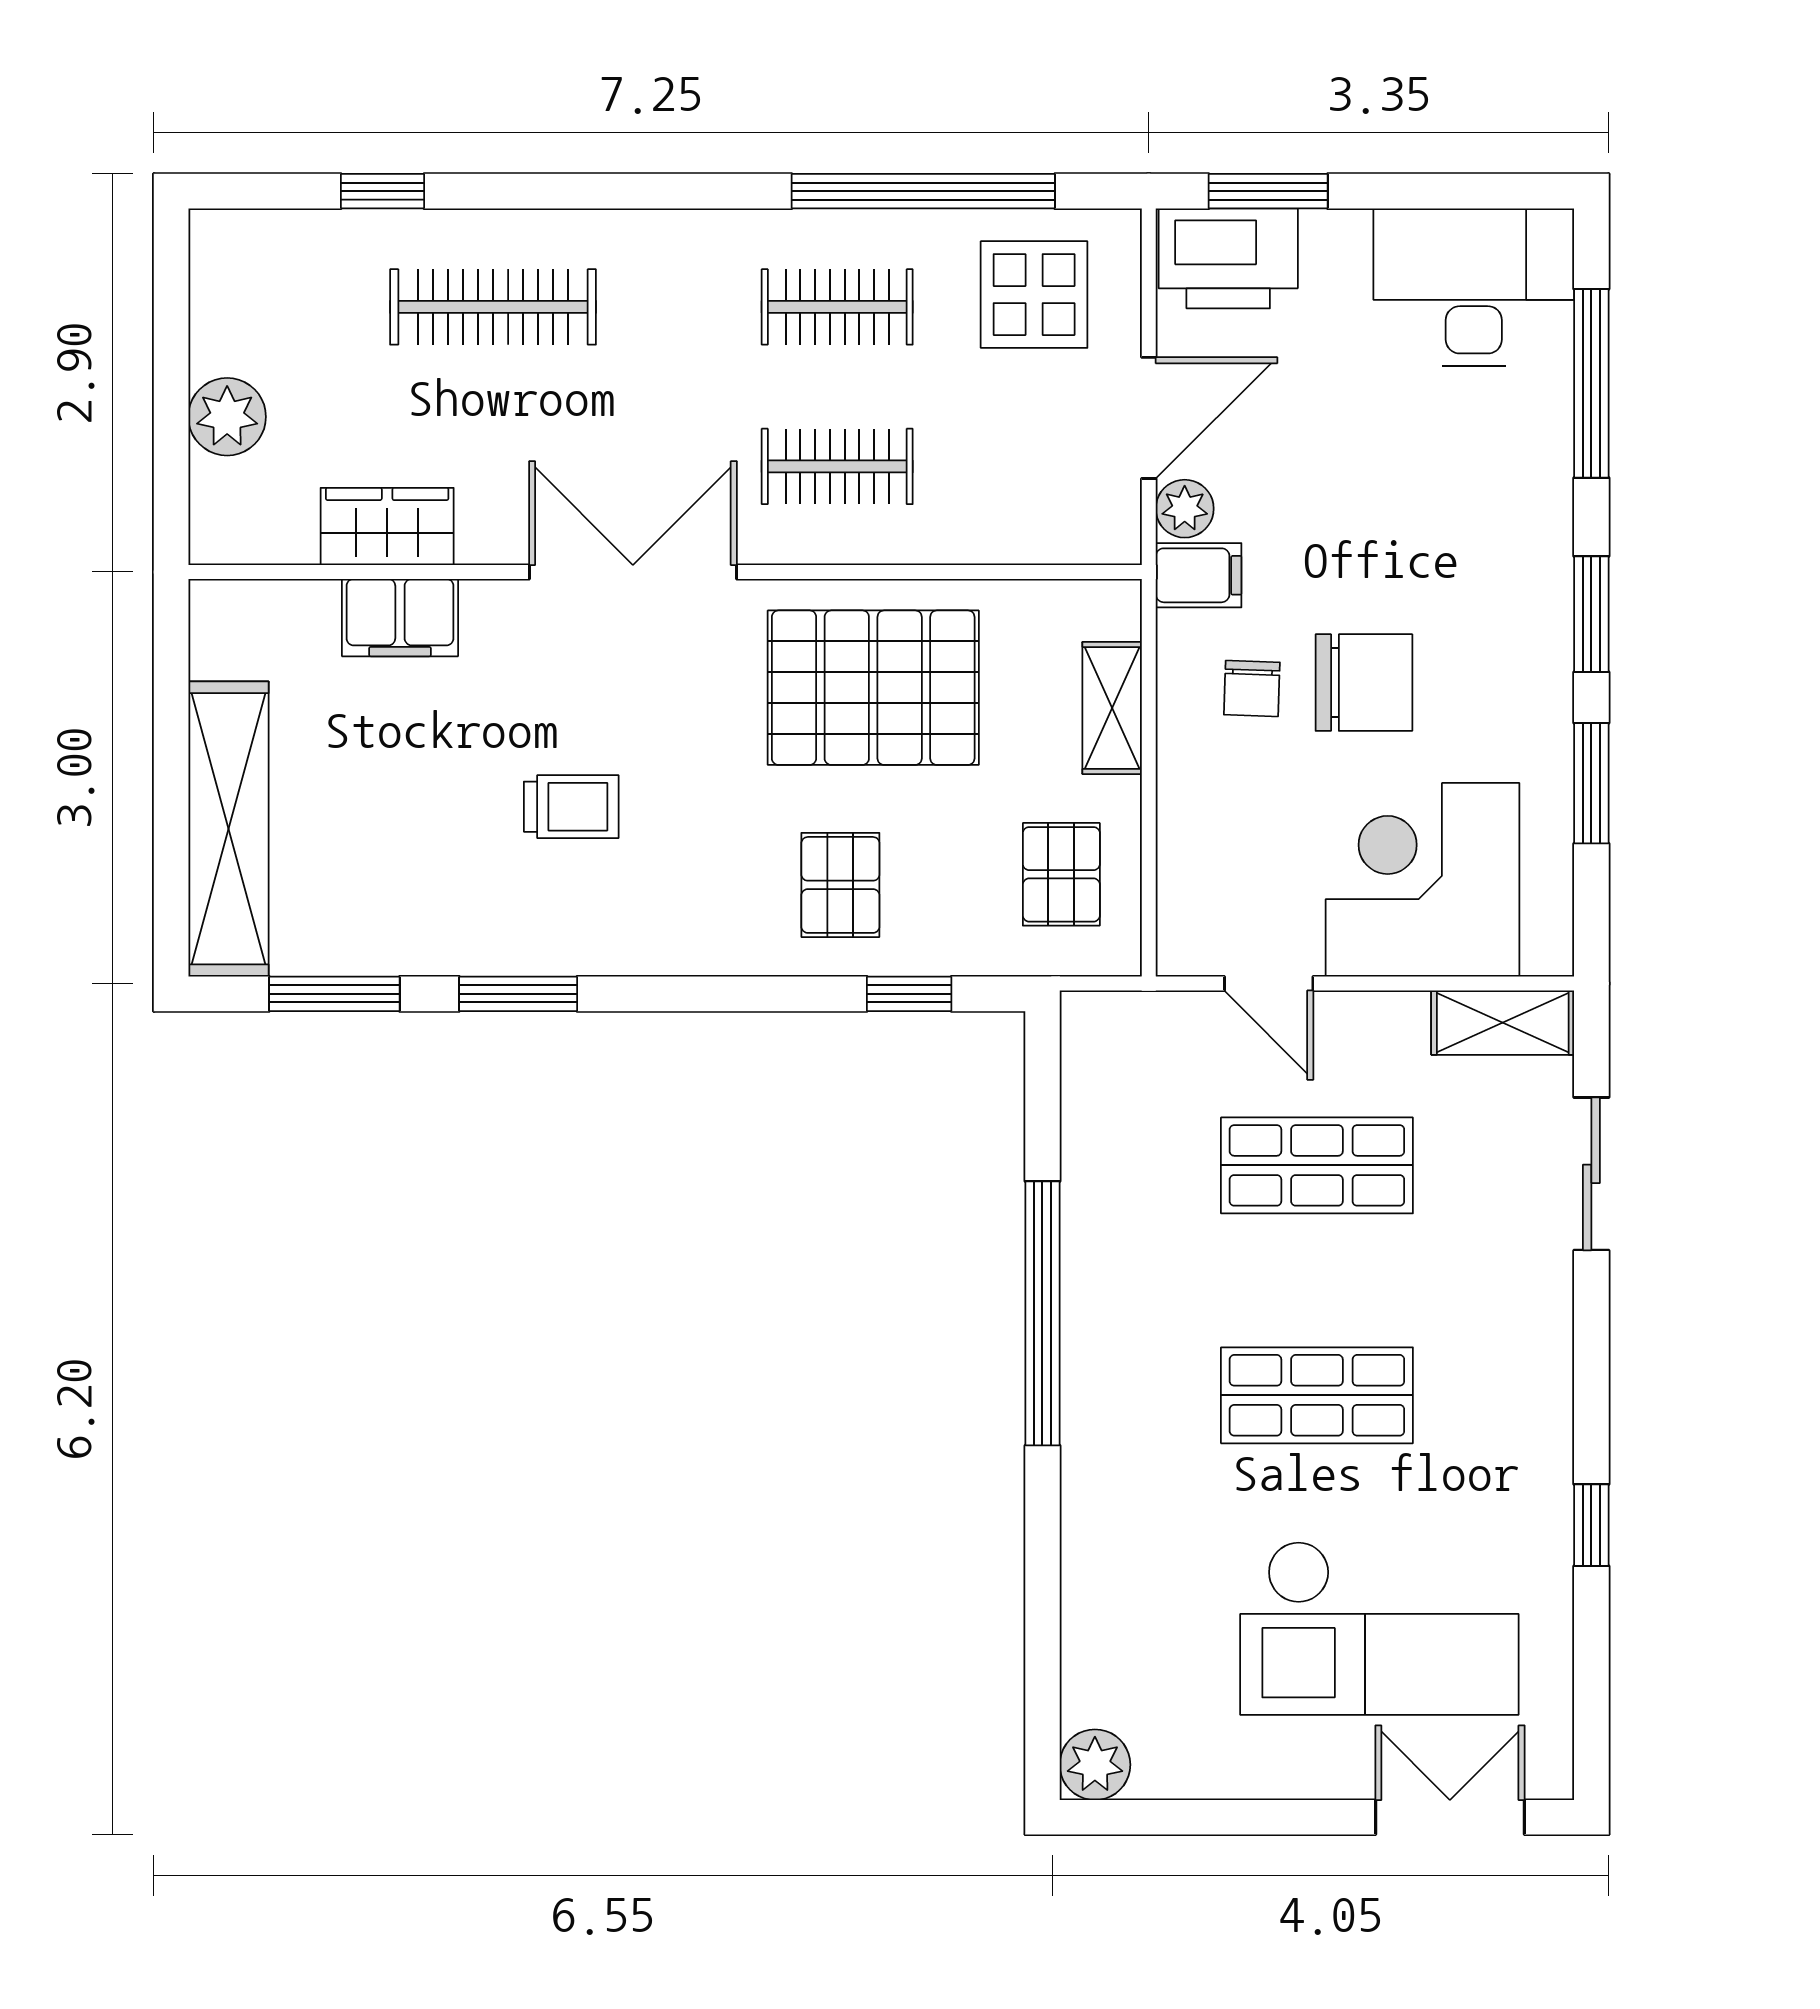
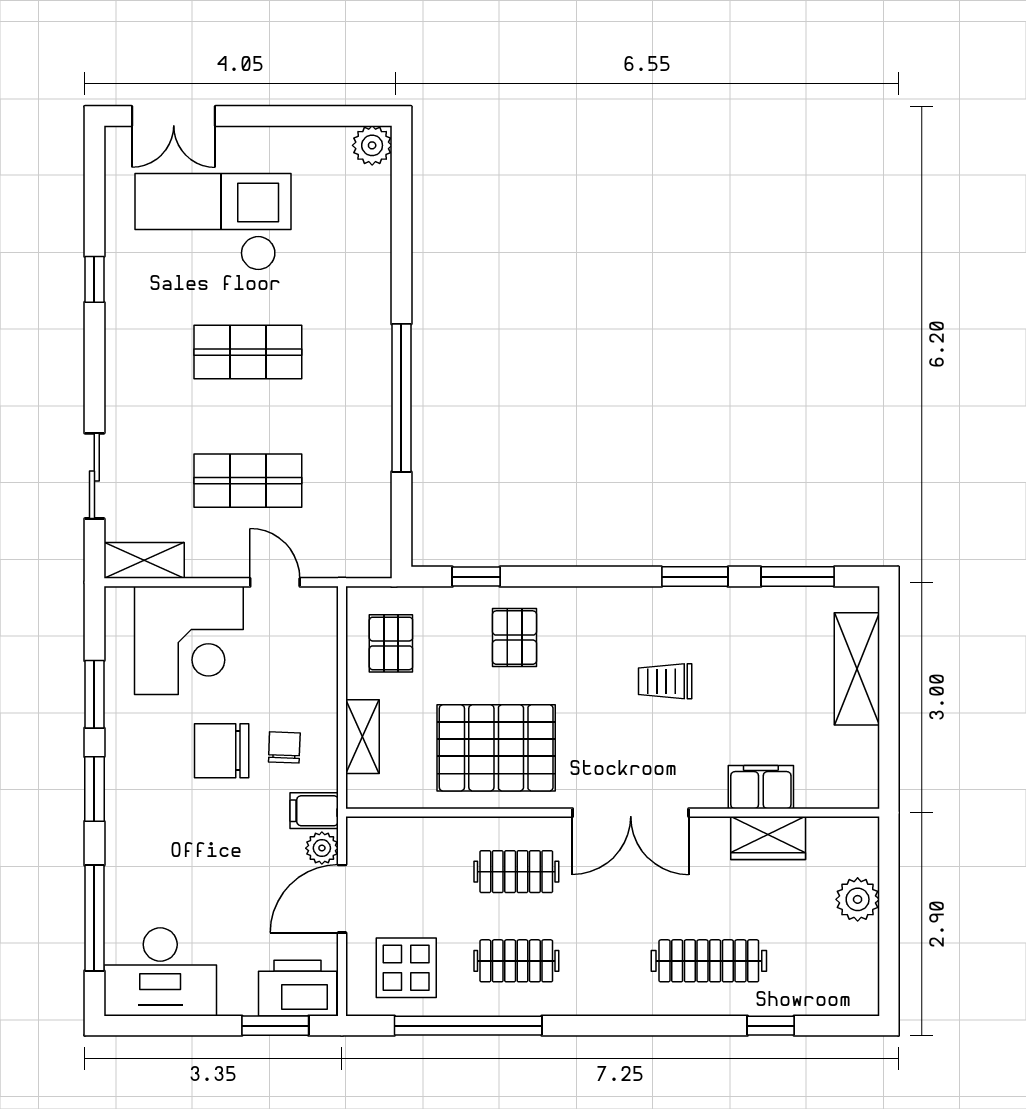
shelving: (228, 829) -> (857, 669), width x0.68

